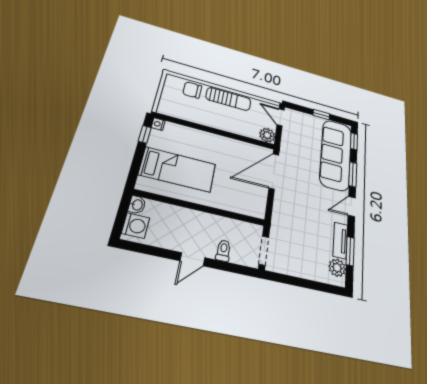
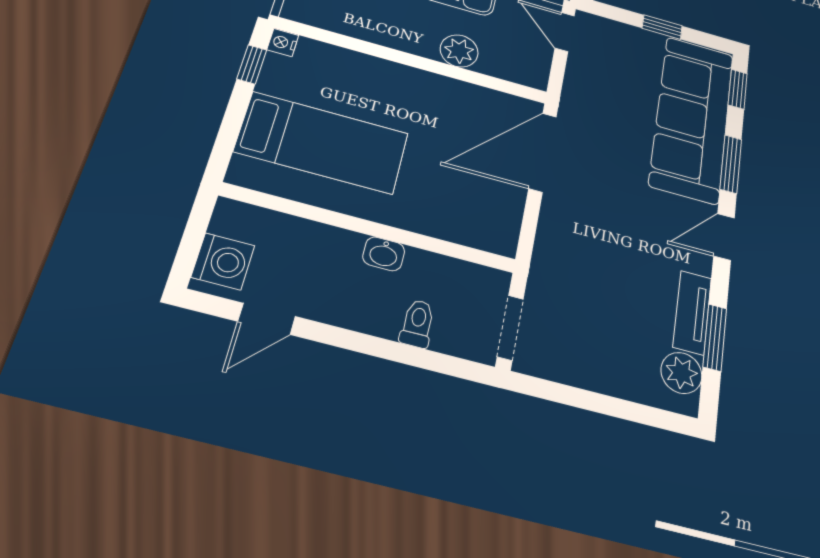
plant: (267, 135) -> (459, 51), moved
washbasin: (137, 205) -> (384, 254), moved, turned 90
door: (192, 259) -> (267, 319), moved

